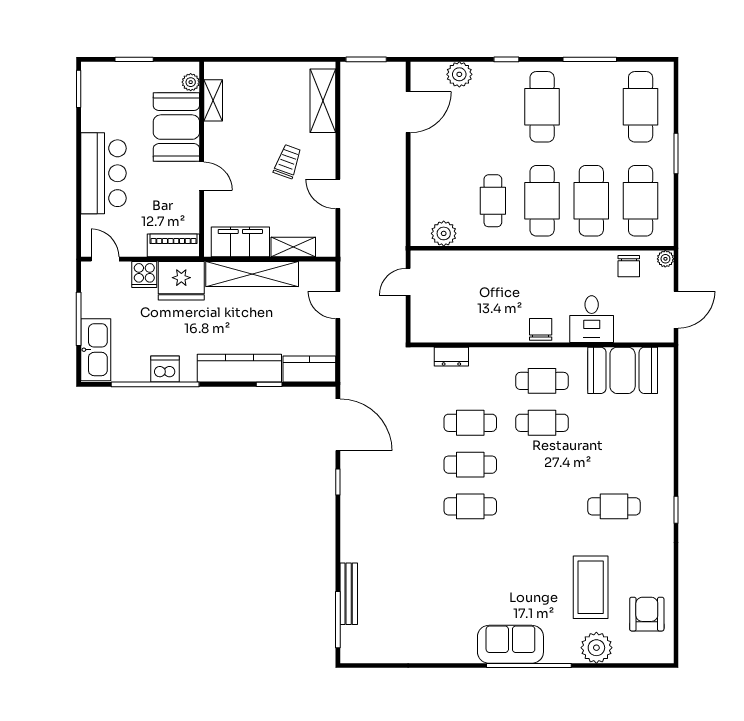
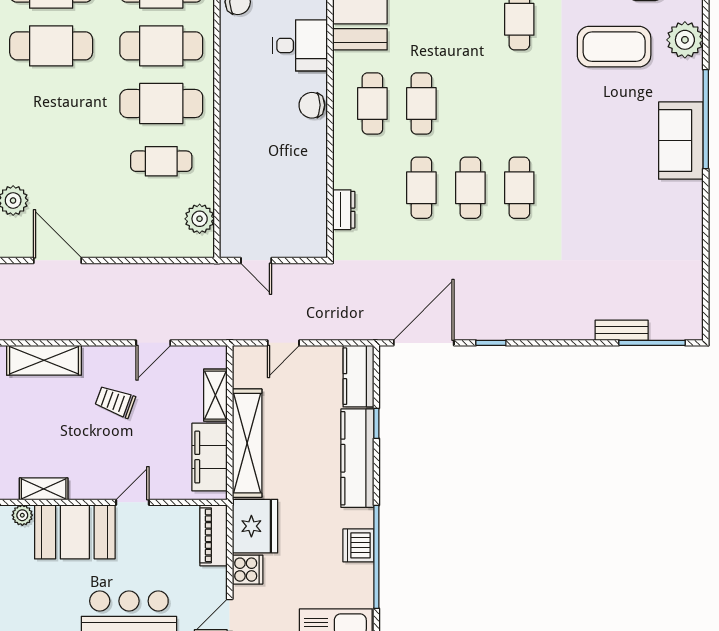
cafe table: (542, 107) -> (51, 46), moved
bench: (349, 594) -> (622, 330), width x0.73

